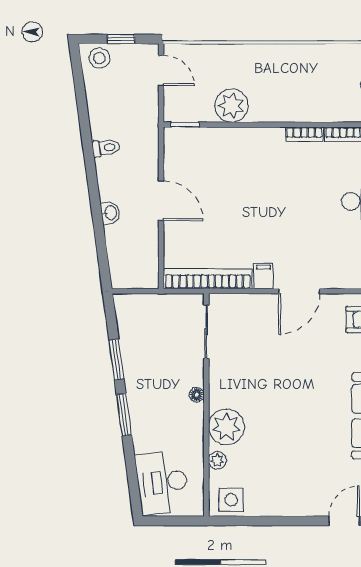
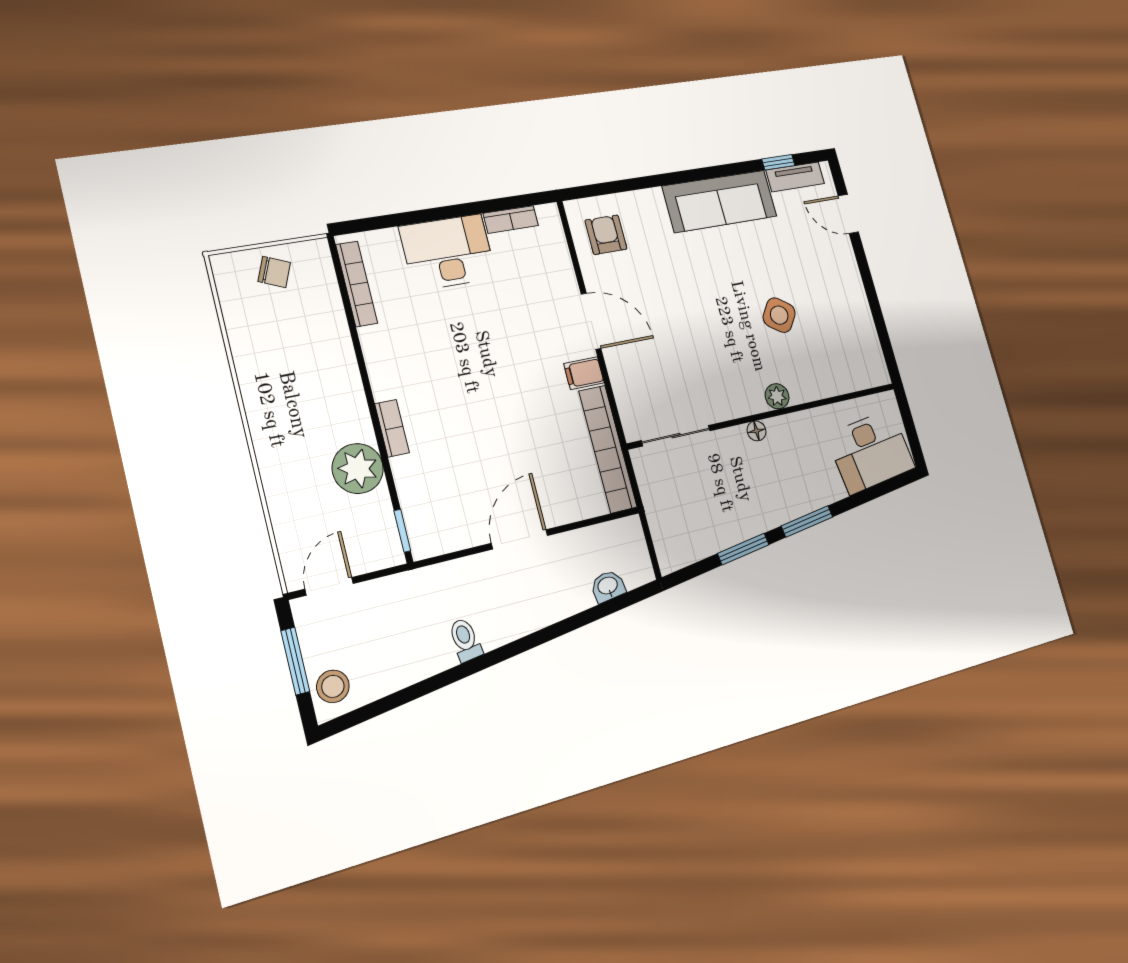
window: (121, 39) -> (295, 661), width x1.50
bookcase: (304, 134) -> (392, 428), moved
washbasin: (110, 213) -> (608, 586), moved
plant: (226, 427) -> (777, 396), width x0.53, depth x0.53
plant: (217, 460) -> (826, 386), removed
side table: (231, 500) -> (779, 315), moved, turned 35

